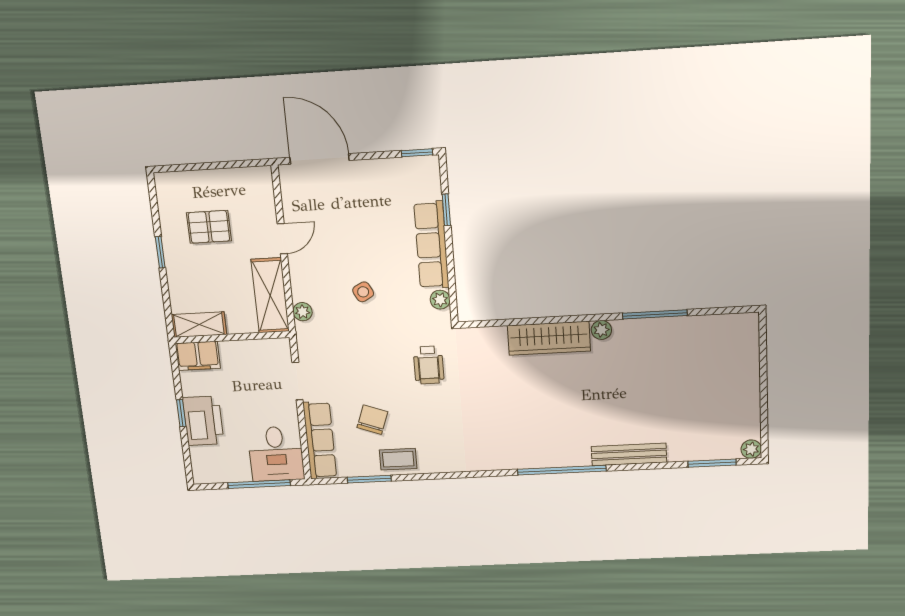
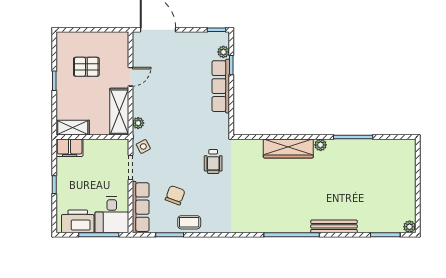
side table: (363, 292) -> (143, 146), moved
plant: (440, 300) -> (223, 52), moved
printer: (203, 421) -> (78, 221), moved, turned -90

